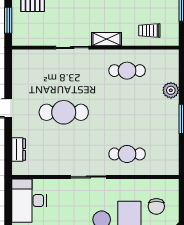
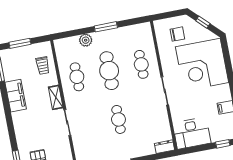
cafe table: (64, 112) -> (118, 119), width x0.73, depth x0.74
cafe table: (127, 112) -> (109, 71), added
dresser: (19, 149) -> (165, 147), moved

